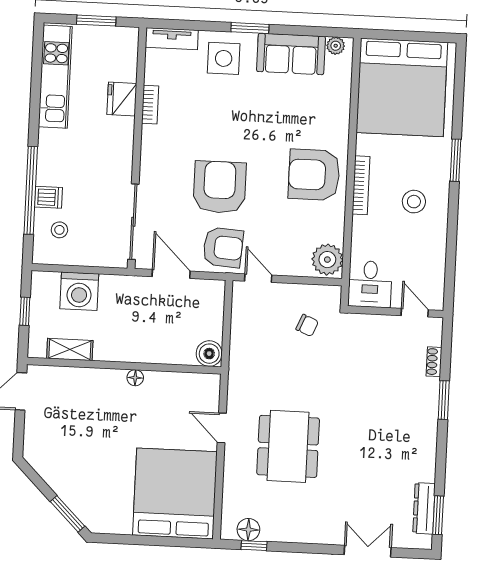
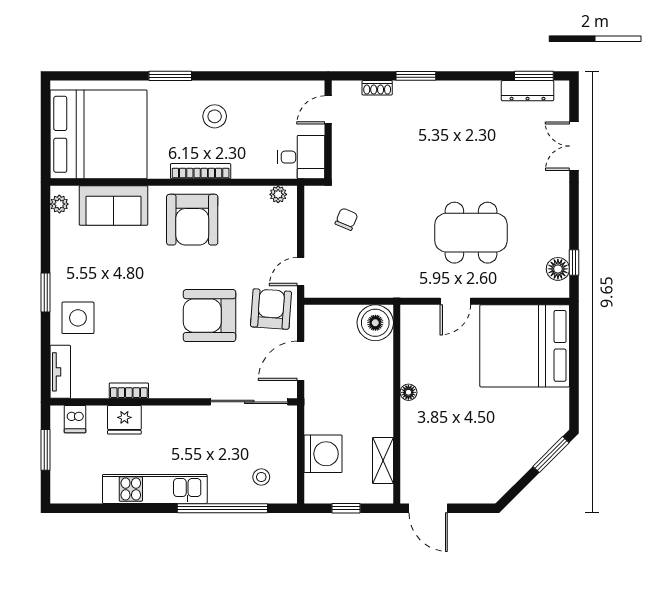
sofa: (291, 54) -> (113, 206), moved, turned 90
kitchen unit: (55, 77) -> (155, 489), moved
dishwasher: (48, 197) -> (75, 419), moved, turned 180
plant: (327, 260) -> (278, 194), width x0.53, depth x0.53
boiler: (209, 354) -> (375, 323), width x1.37, depth x1.37

